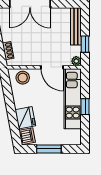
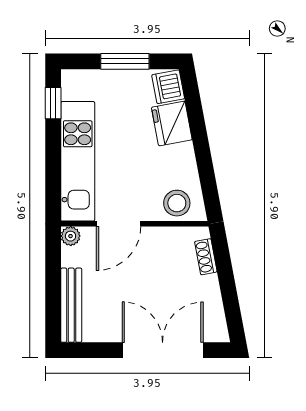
window: (85, 44) -> (53, 270), removed
door: (52, 67) -> (119, 224), swing flipped
window: (85, 107) -> (53, 103), moved

